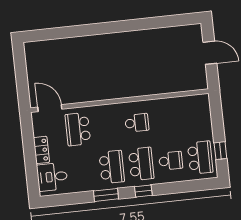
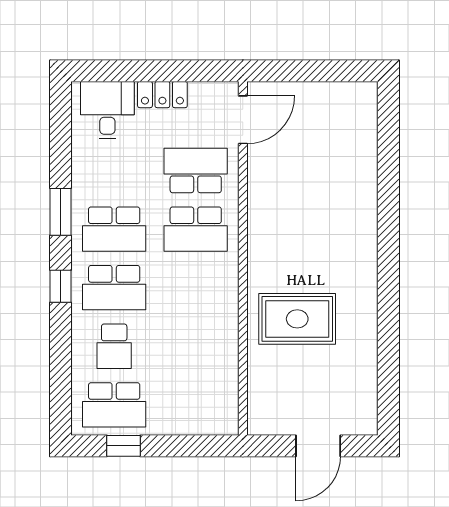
rug: (147, 70) -> (297, 319), added
school desk: (137, 123) -> (196, 229), moved, width x1.85

